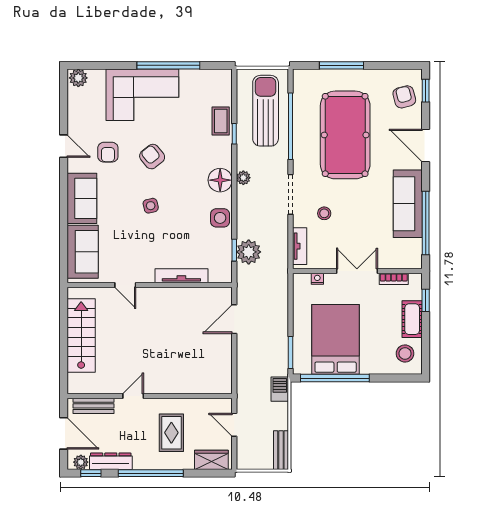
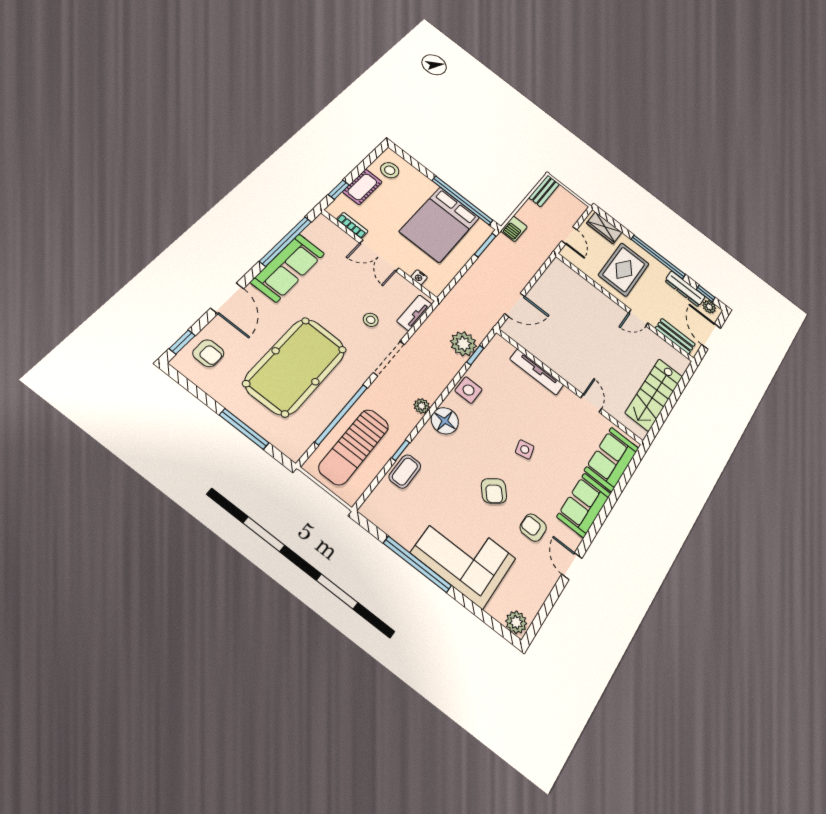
armchair: (404, 97) -> (208, 353), turned -75
armchair: (108, 152) -> (533, 528), turned -90
rug: (171, 433) -> (624, 269), width x1.36, depth x1.43

